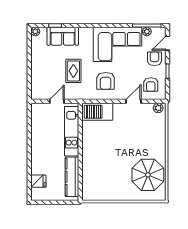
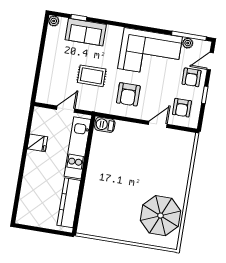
armchair: (154, 59) -> (192, 77), turned 180
rug: (73, 71) -> (92, 76), turned 90
plant: (158, 108) -> (186, 137), removed
barbecue: (98, 112) -> (105, 125), width x0.53, depth x0.65
fridge: (38, 181) -> (37, 143), moved

